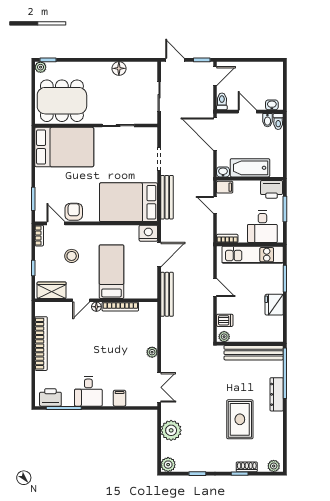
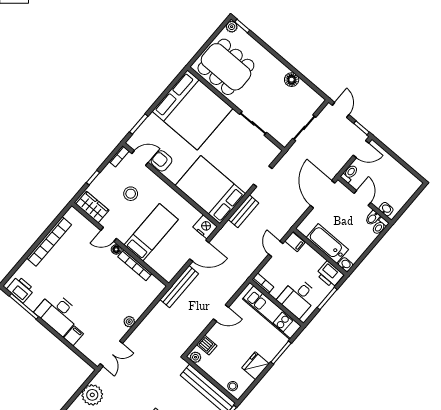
bed: (64, 147) -> (192, 110), width x1.36
washbasin: (223, 172) -> (346, 265), moved
bench: (167, 197) -> (243, 211), width x0.73
armchair: (74, 212) -> (162, 161), turned -90
door: (56, 223) -> (140, 158), hinge flipped
door: (215, 287) -> (221, 313), hinge flipped
stool: (270, 334) -> (233, 386), added
desk: (88, 391) -> (58, 313), width x1.37

